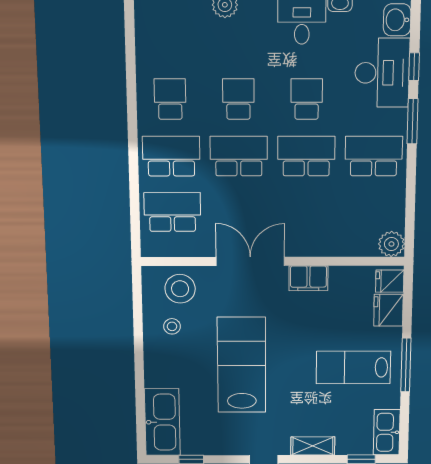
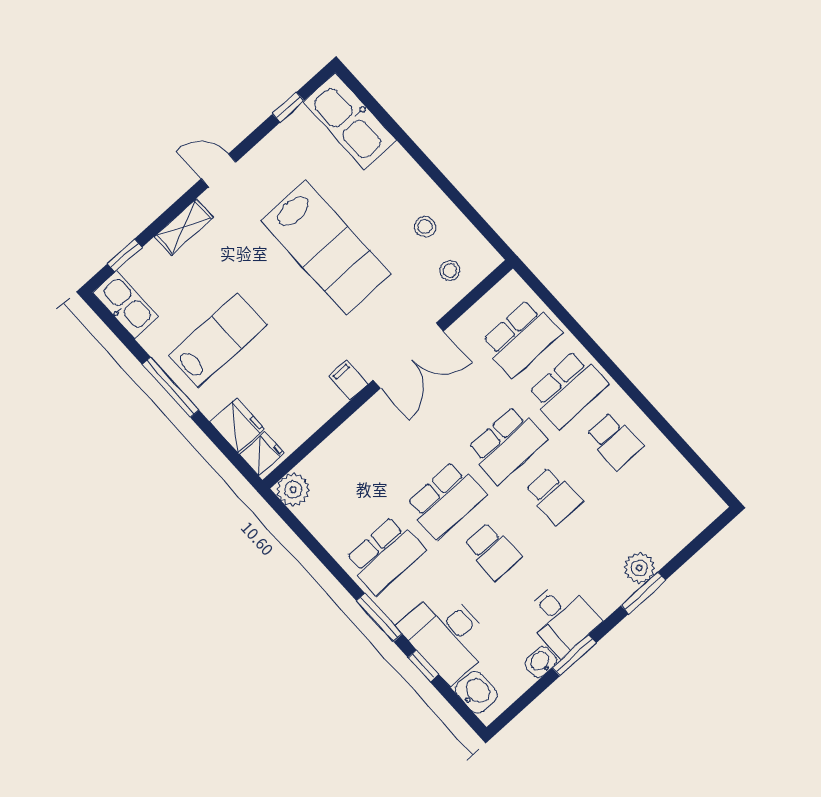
filing cabinet: (308, 278) -> (349, 380), width x0.50
stool: (180, 289) -> (450, 270), width x0.53, depth x0.53

